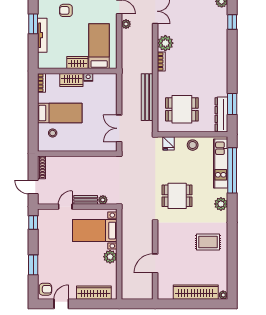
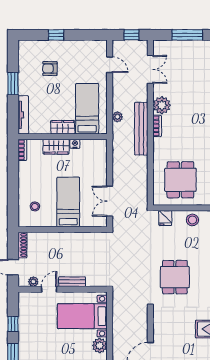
plant: (126, 24) -> (117, 117), moved
tv unit: (42, 35) -> (23, 115), moved
bench: (147, 97) -> (141, 129), moved
dining table: (182, 109) -> (180, 180), turned 90
bed: (60, 113) -> (68, 202), moved, turned -90
dining table: (177, 196) -> (175, 277), turned 90
plant: (103, 200) -> (33, 282), moved
window: (33, 223) -> (13, 324), moved

